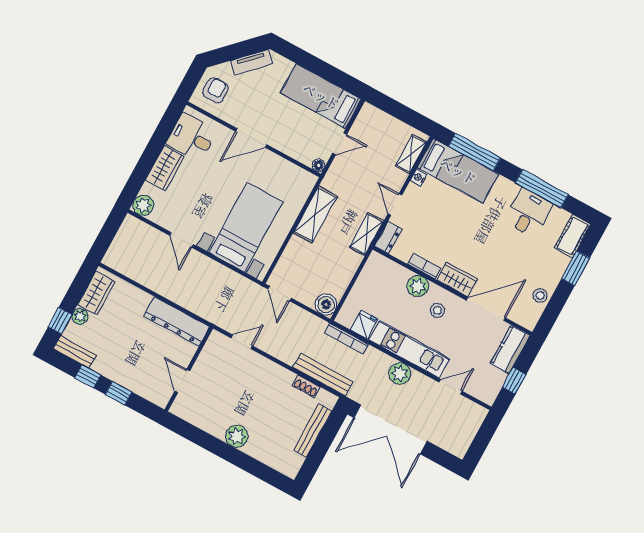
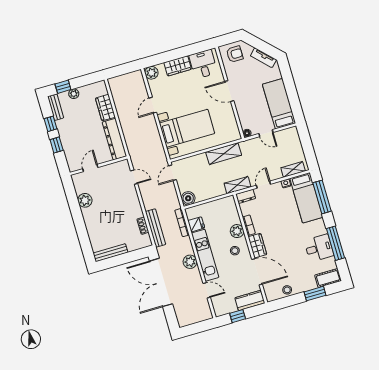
wardrobe: (96, 293) -> (105, 108), moved, turned 90
bench: (313, 430) -> (110, 253), moved
plant: (237, 436) -> (85, 200), moved

